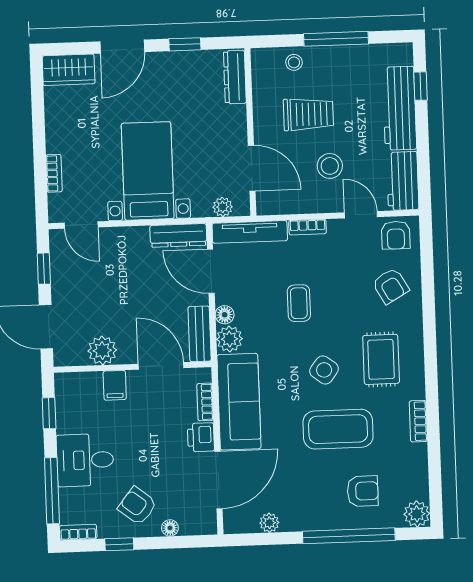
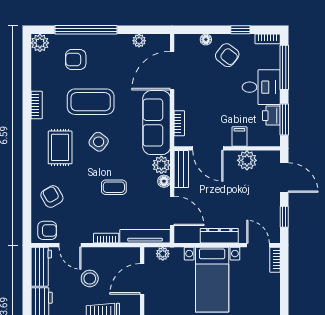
door: (252, 168) -> (142, 279), hinge flipped
bookcase: (54, 173) -> (275, 260), moved
dresser: (178, 235) -> (219, 236), moved
armchair: (396, 235) -> (47, 230), turned 90
coffee table: (299, 303) -> (114, 187), turned 90
window: (49, 413) -> (284, 119), width x1.50
printer: (201, 437) -> (271, 116), moved, turned 180

